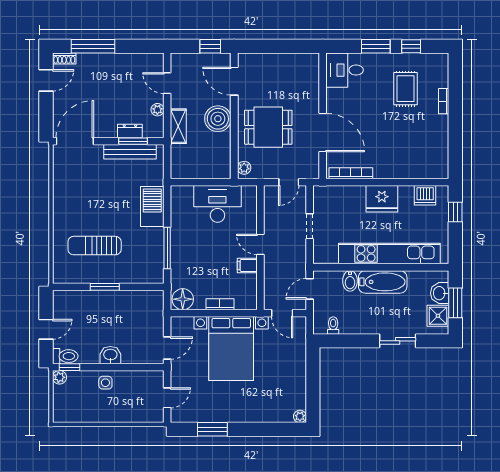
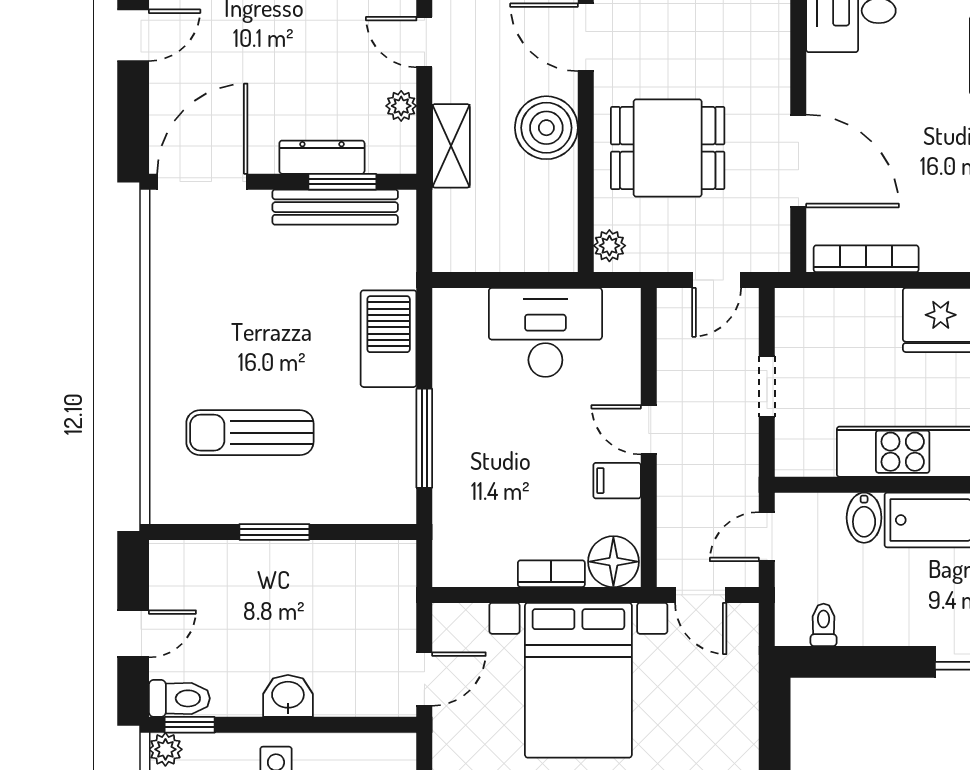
dresser: (130, 131) -> (322, 157), width x1.44
floor lamp: (183, 299) -> (613, 562), moved

